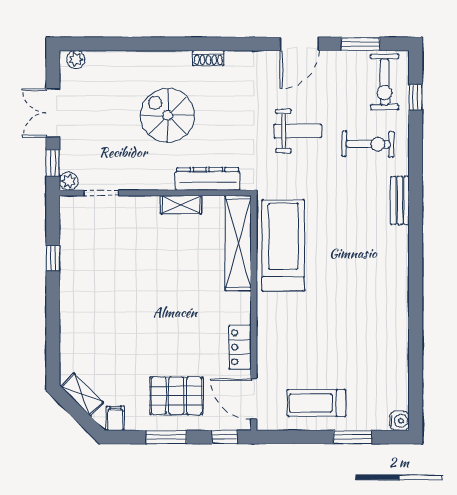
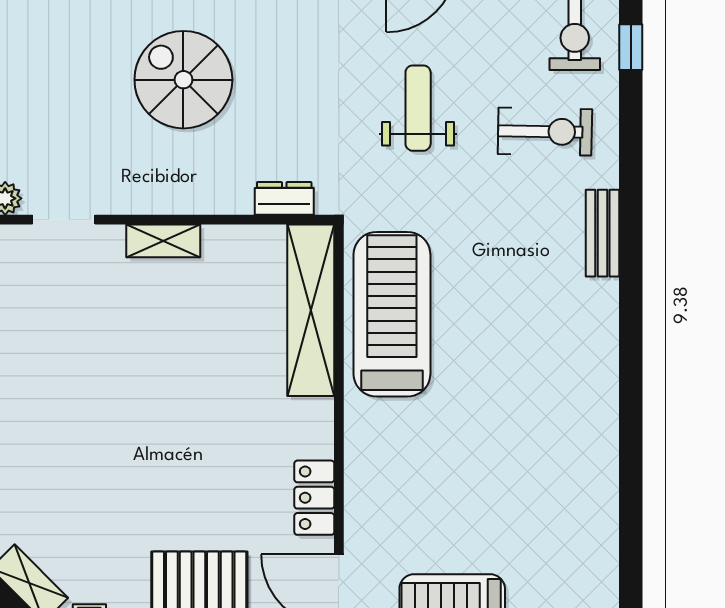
weight bench: (298, 131) -> (418, 108), turned -90
dresser: (208, 179) -> (284, 198), width x0.51, depth x0.80
shelving: (181, 205) -> (163, 241), moved

